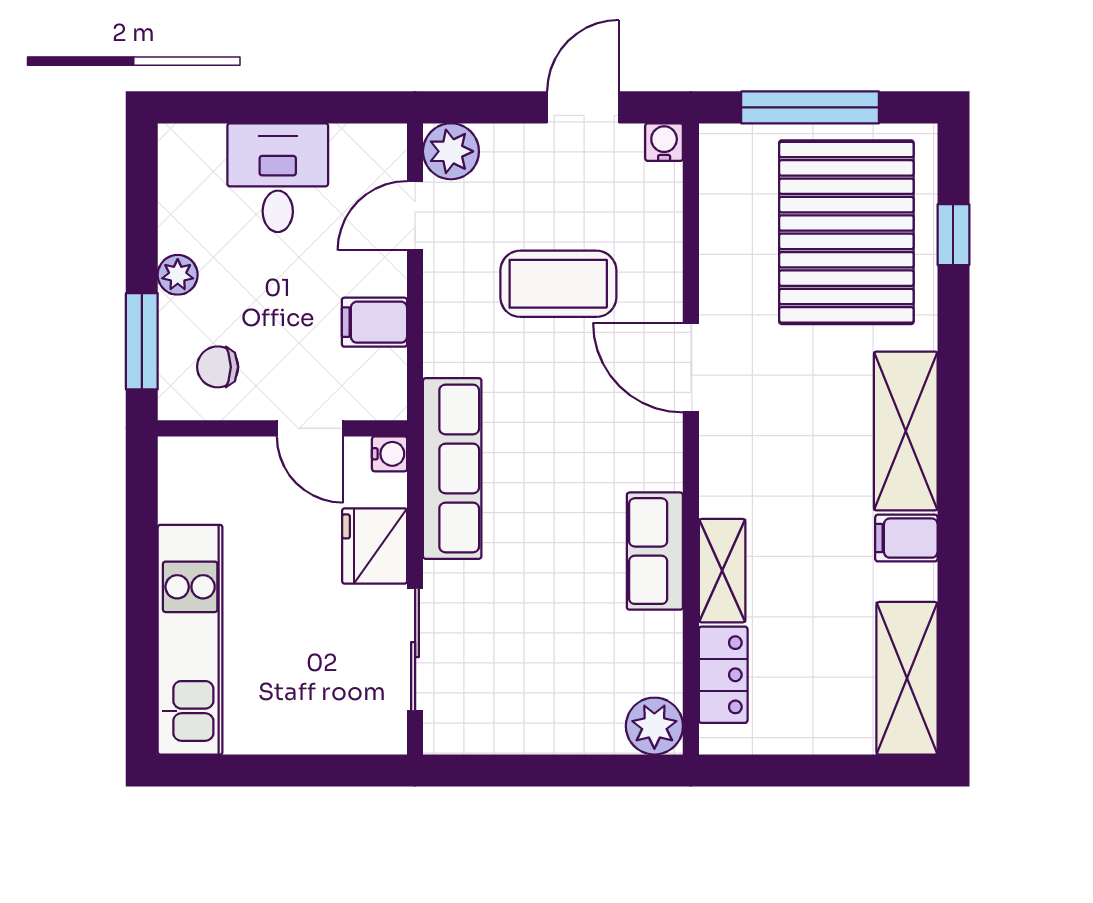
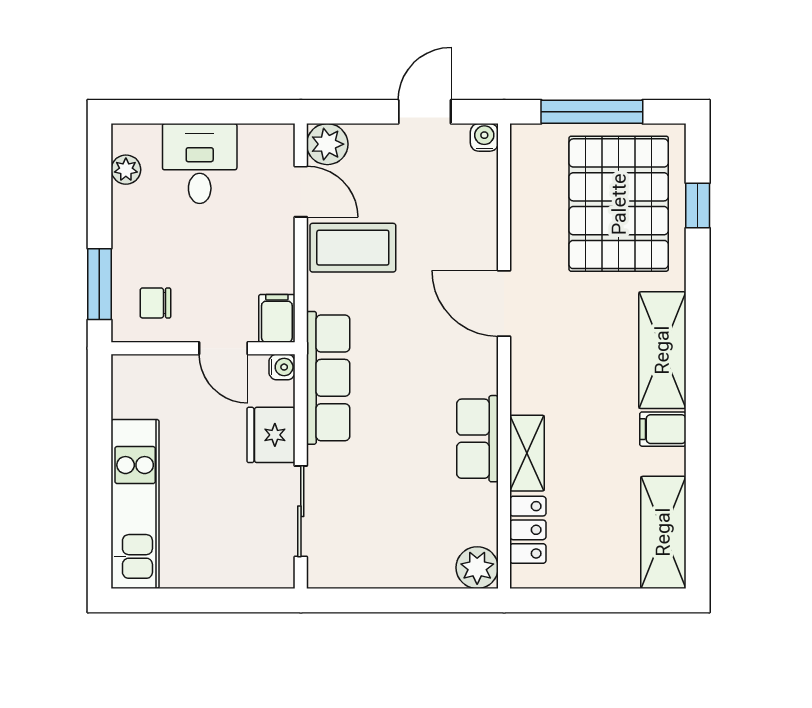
door: (415, 216) -> (301, 192), swing flipped
plant: (178, 275) -> (126, 170), moved
coffee table: (558, 284) -> (353, 248), moved
filing cabinet: (374, 322) -> (277, 318), moved, turned 90

